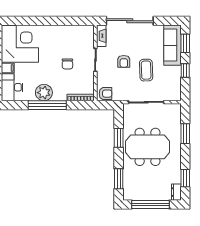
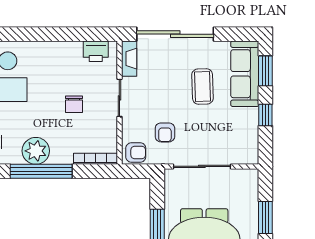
printer: (81, 31) -> (96, 51), added
armchair: (124, 61) -> (165, 132), moved
coffee table: (146, 70) -> (203, 86), moved

